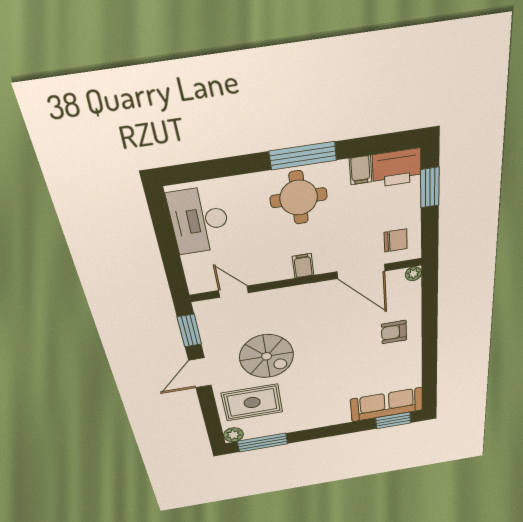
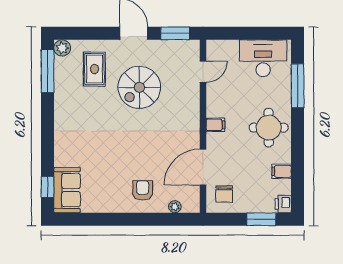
window: (303, 156) -> (298, 86), moved
printer: (397, 168) -> (283, 204), width x0.53, depth x0.68
plant: (413, 274) -> (175, 207), moved
rug: (252, 403) -> (94, 69), width x0.73, depth x0.70
sofa: (387, 405) -> (67, 190), width x0.73
window: (393, 420) -> (48, 187), width x0.67

